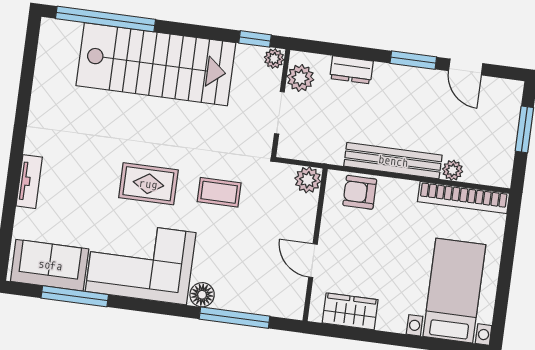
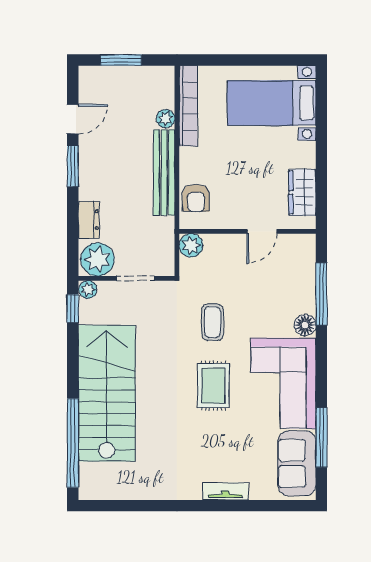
plant: (300, 78) -> (98, 259), width x1.36, depth x1.36

